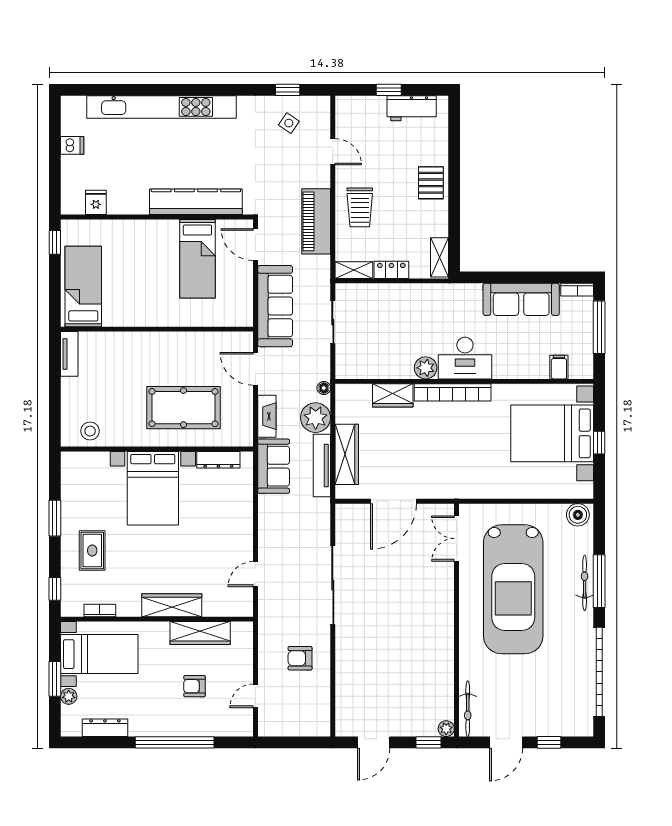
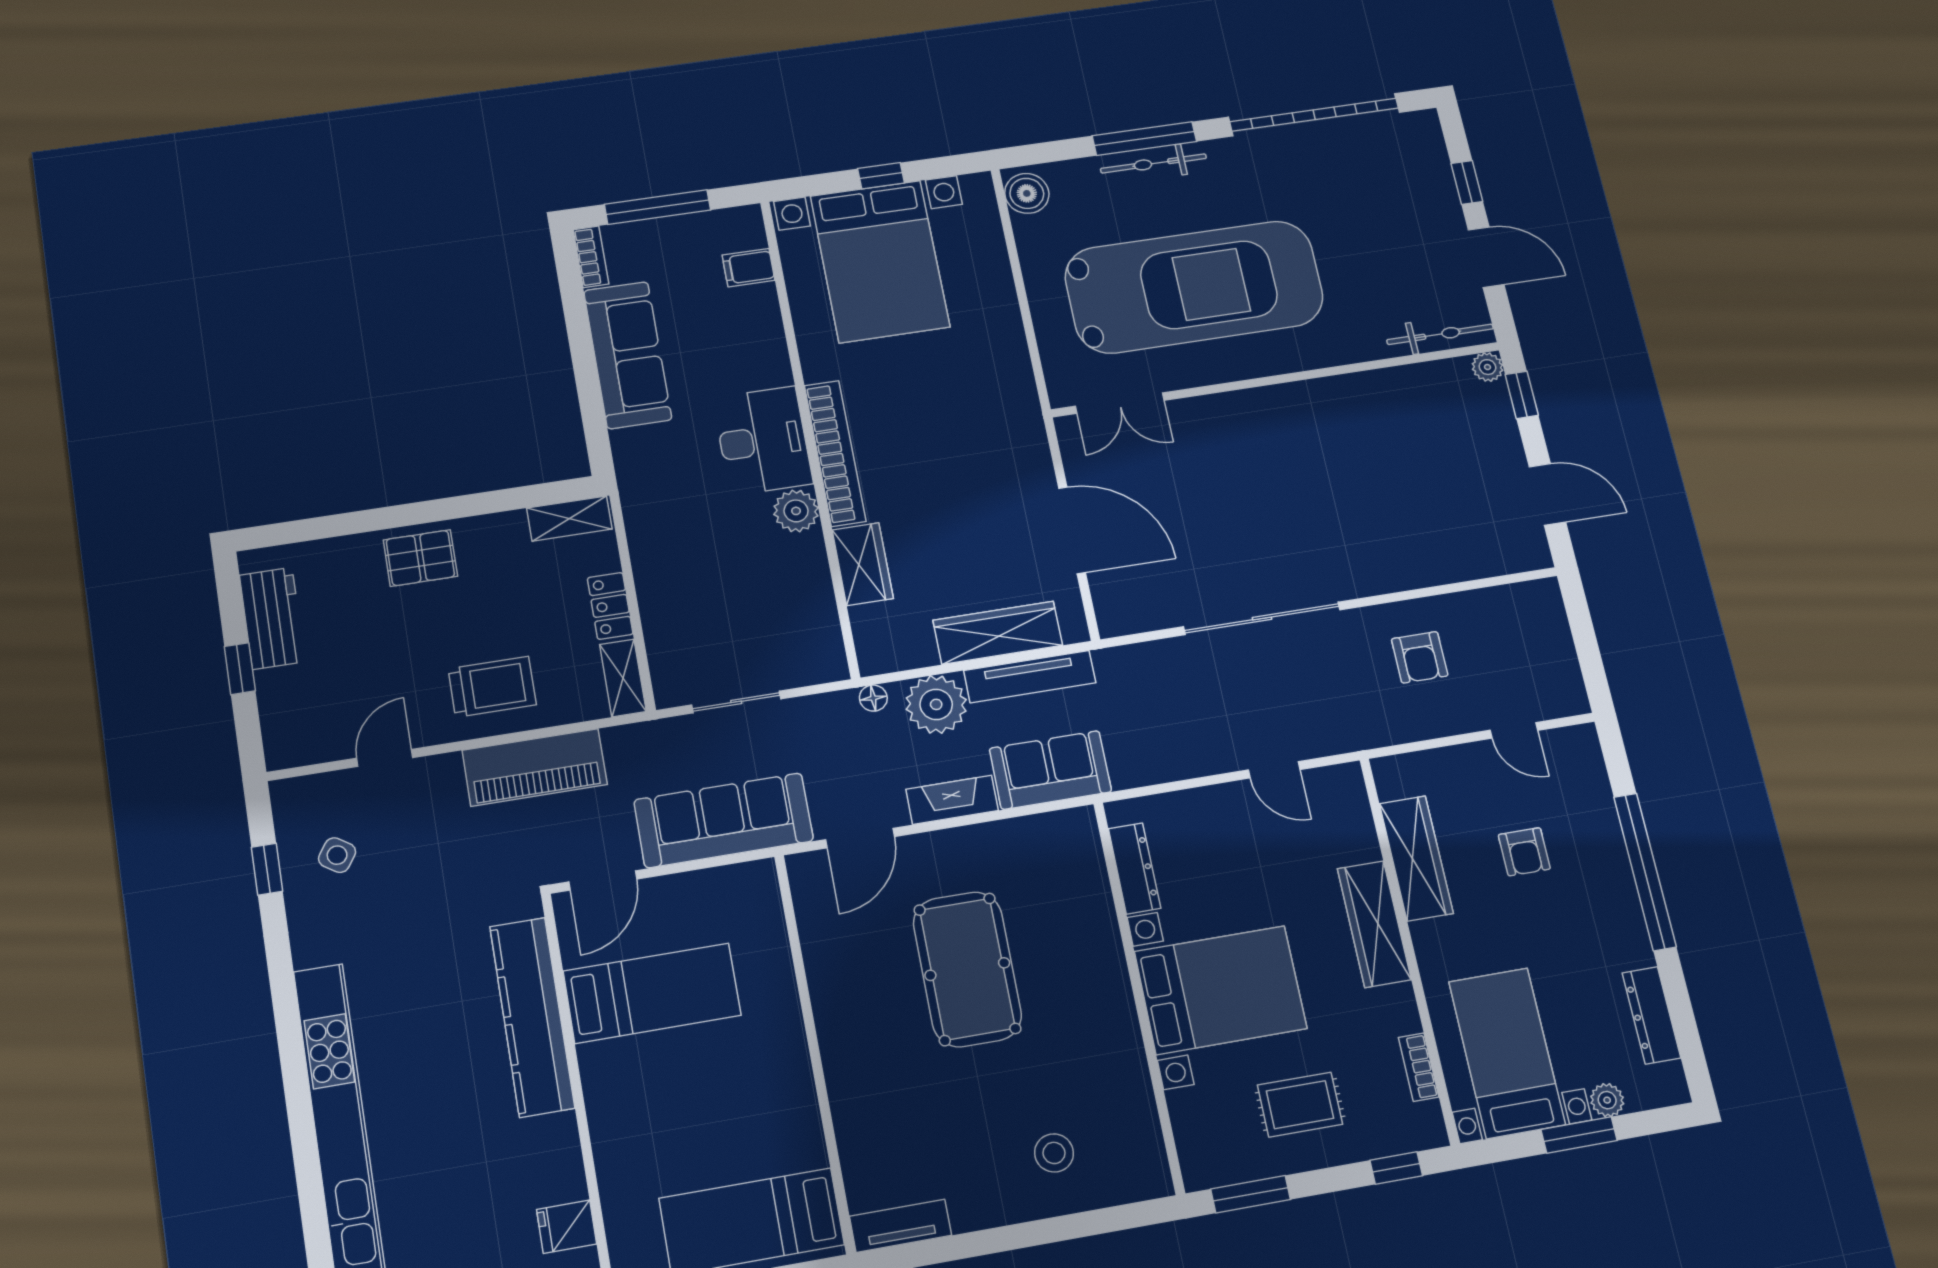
wall: (157, 449) -> (1139, 995), moved
dresser: (218, 460) -> (1134, 868), moved
bed with nightstands: (153, 488) -> (1221, 990), moved

